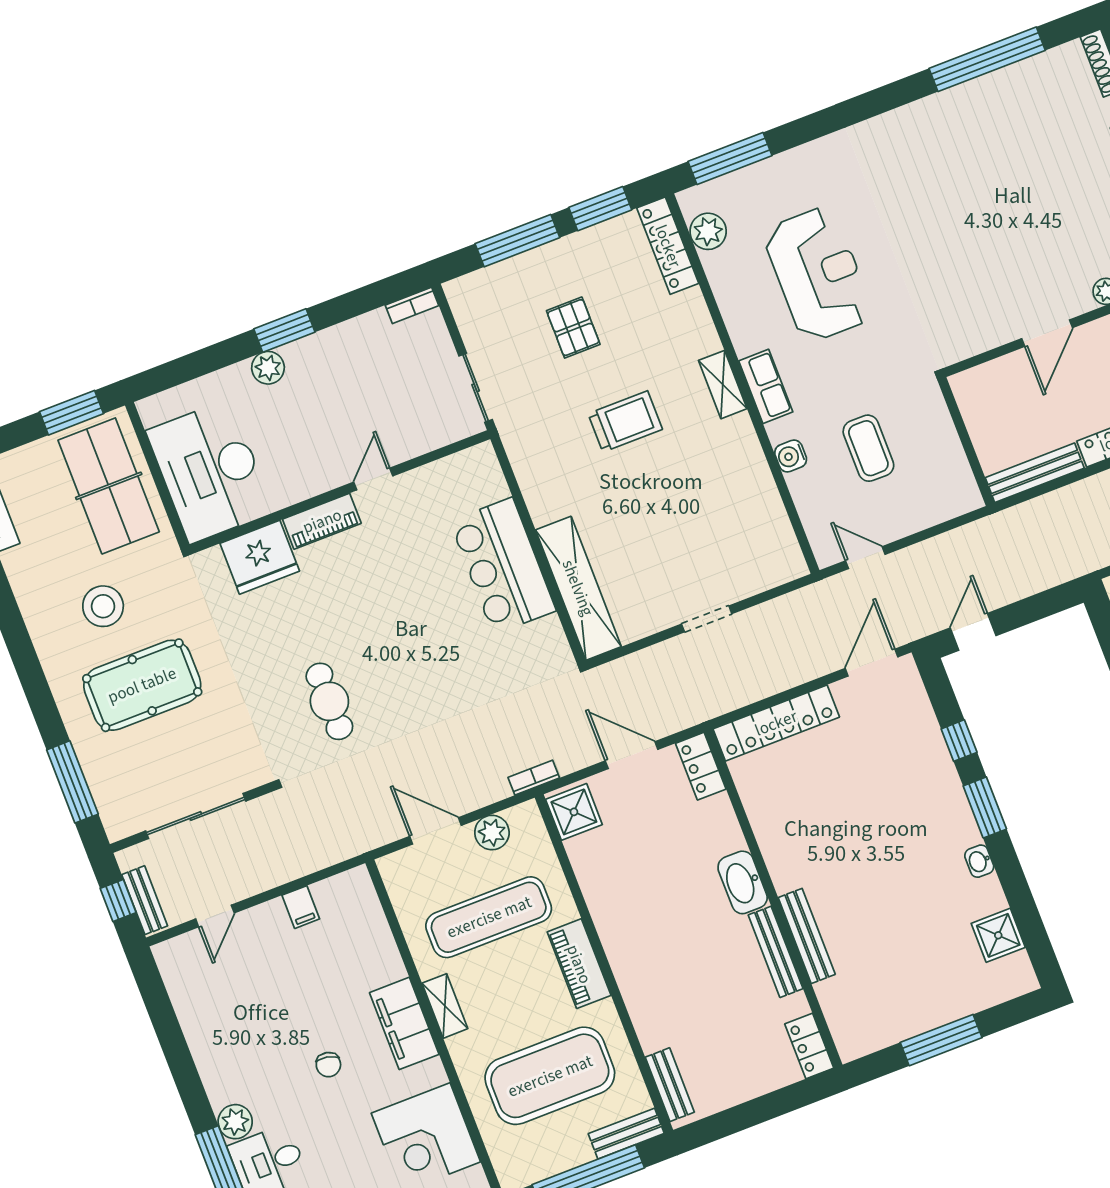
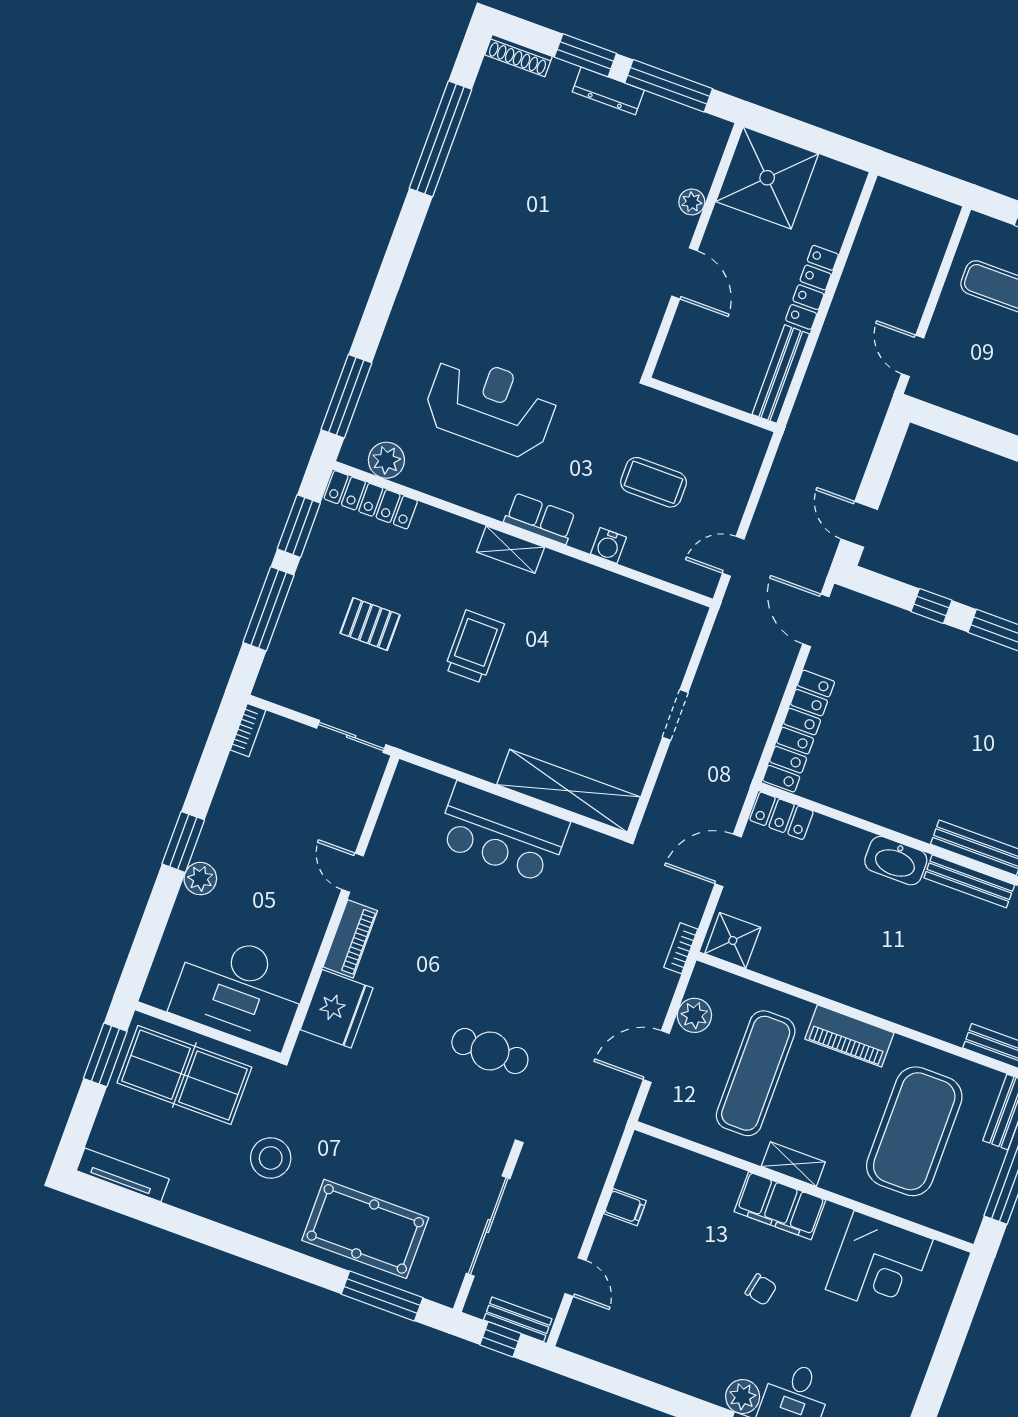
pool table: (142, 685) -> (365, 1229), moved, turned 90

